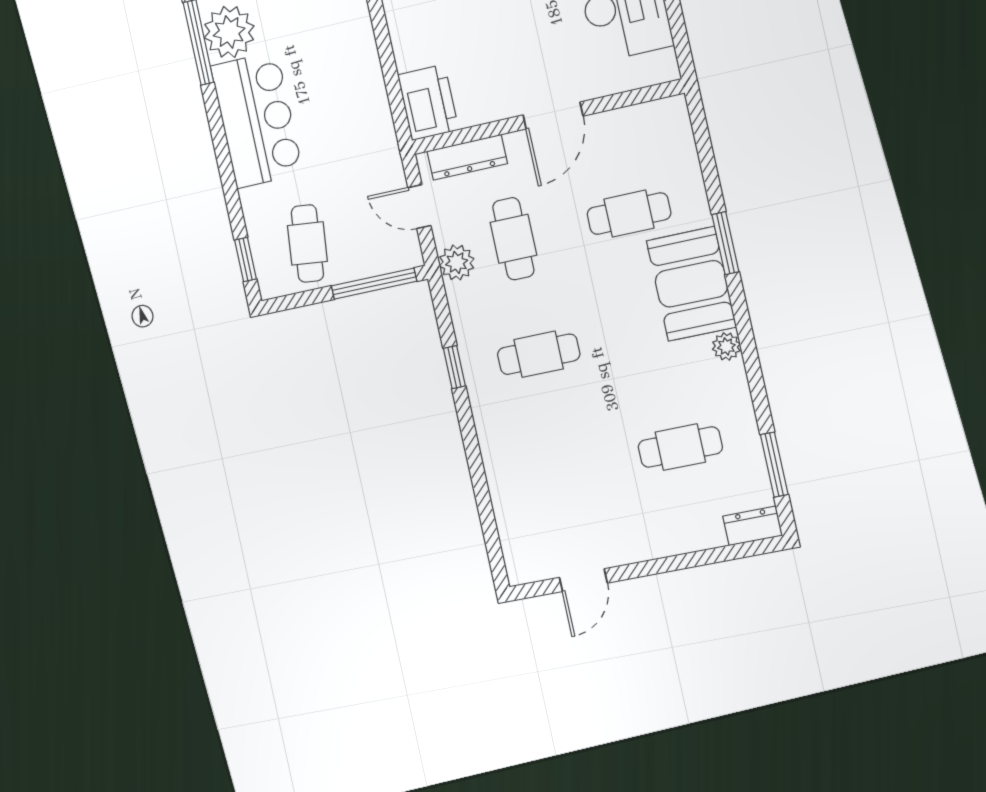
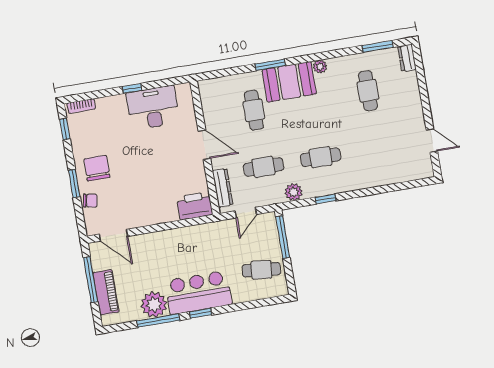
window: (245, 259) -> (201, 313), moved
plant: (457, 262) -> (294, 192), moved
cafe table: (539, 354) -> (321, 157), turned 90

